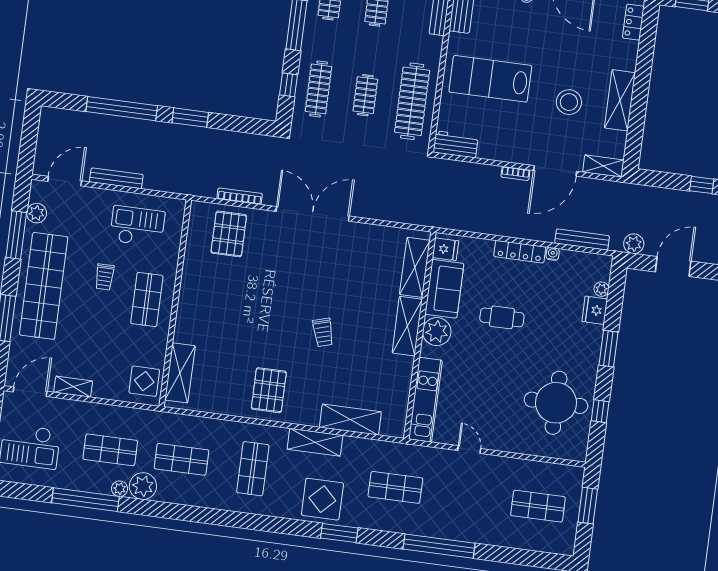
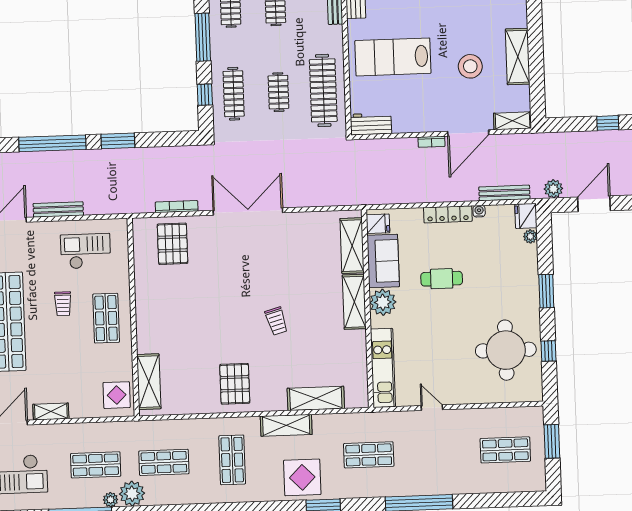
fridge: (595, 310) -> (526, 216), moved

